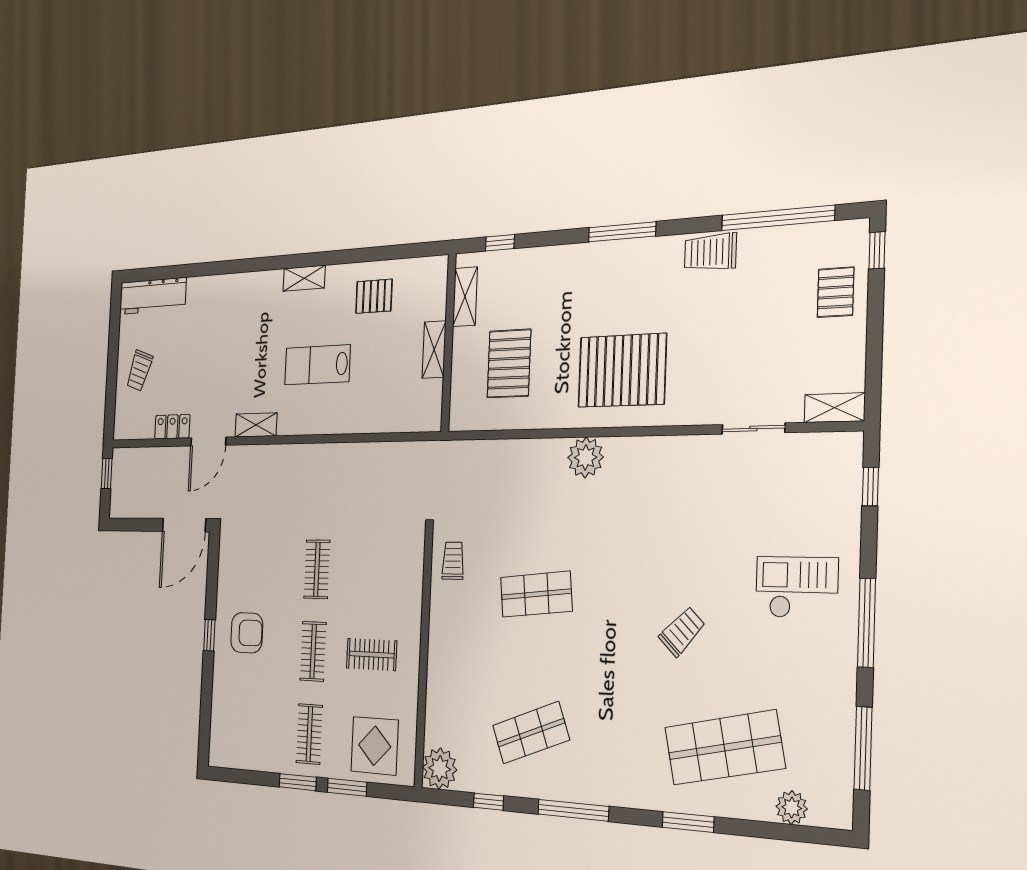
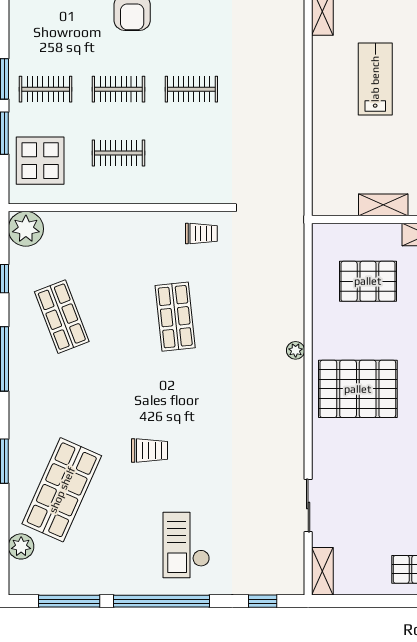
pallet: (622, 370) -> (358, 389), turned 90
plant: (586, 457) -> (296, 350), width x0.53, depth x0.53
checkout: (797, 587) -> (186, 545), turned 180
window: (867, 623) -> (161, 601), width x1.46
trolley: (682, 631) -> (150, 450), turned -44
clothes rail: (372, 655) -> (118, 153), turned 90
shop shelf: (724, 748) -> (62, 490), turned 36

